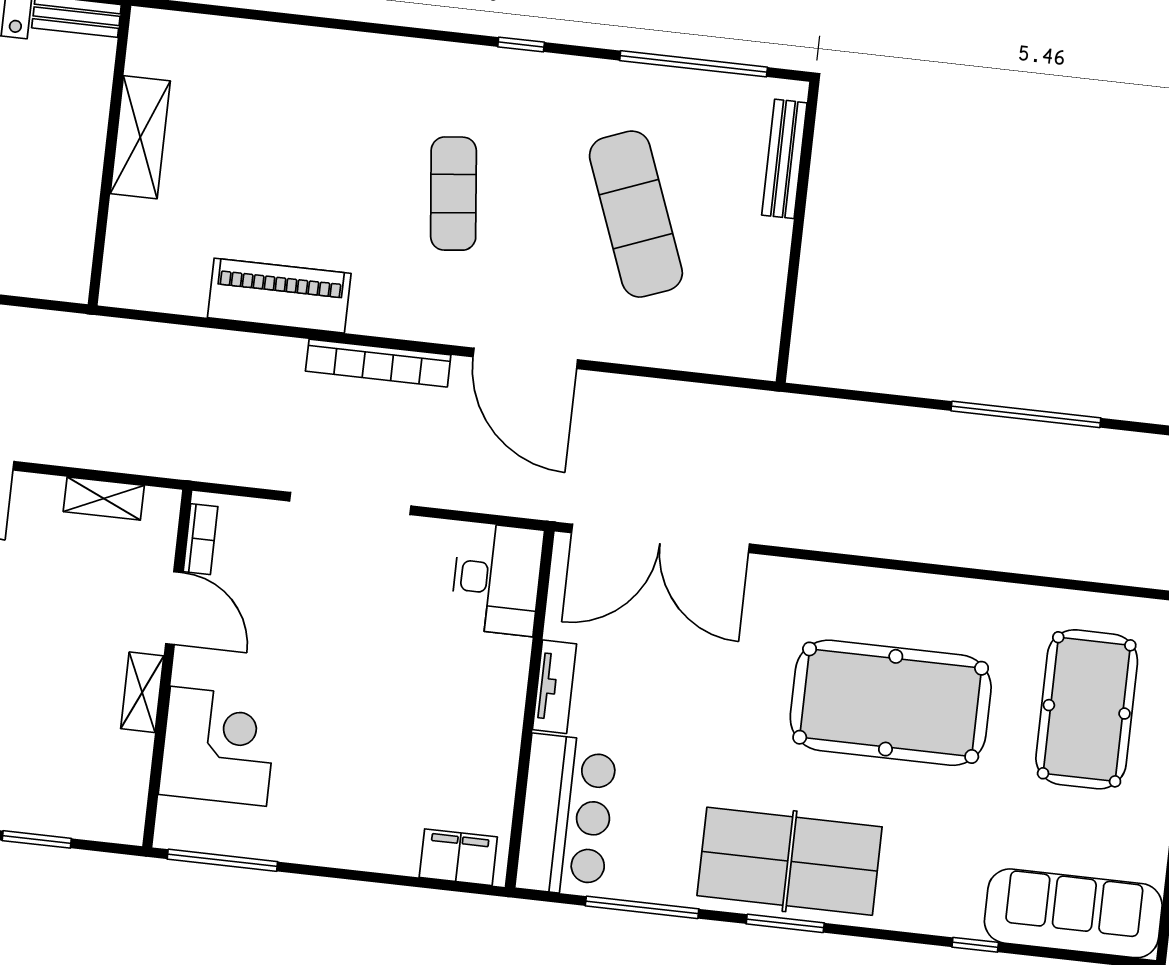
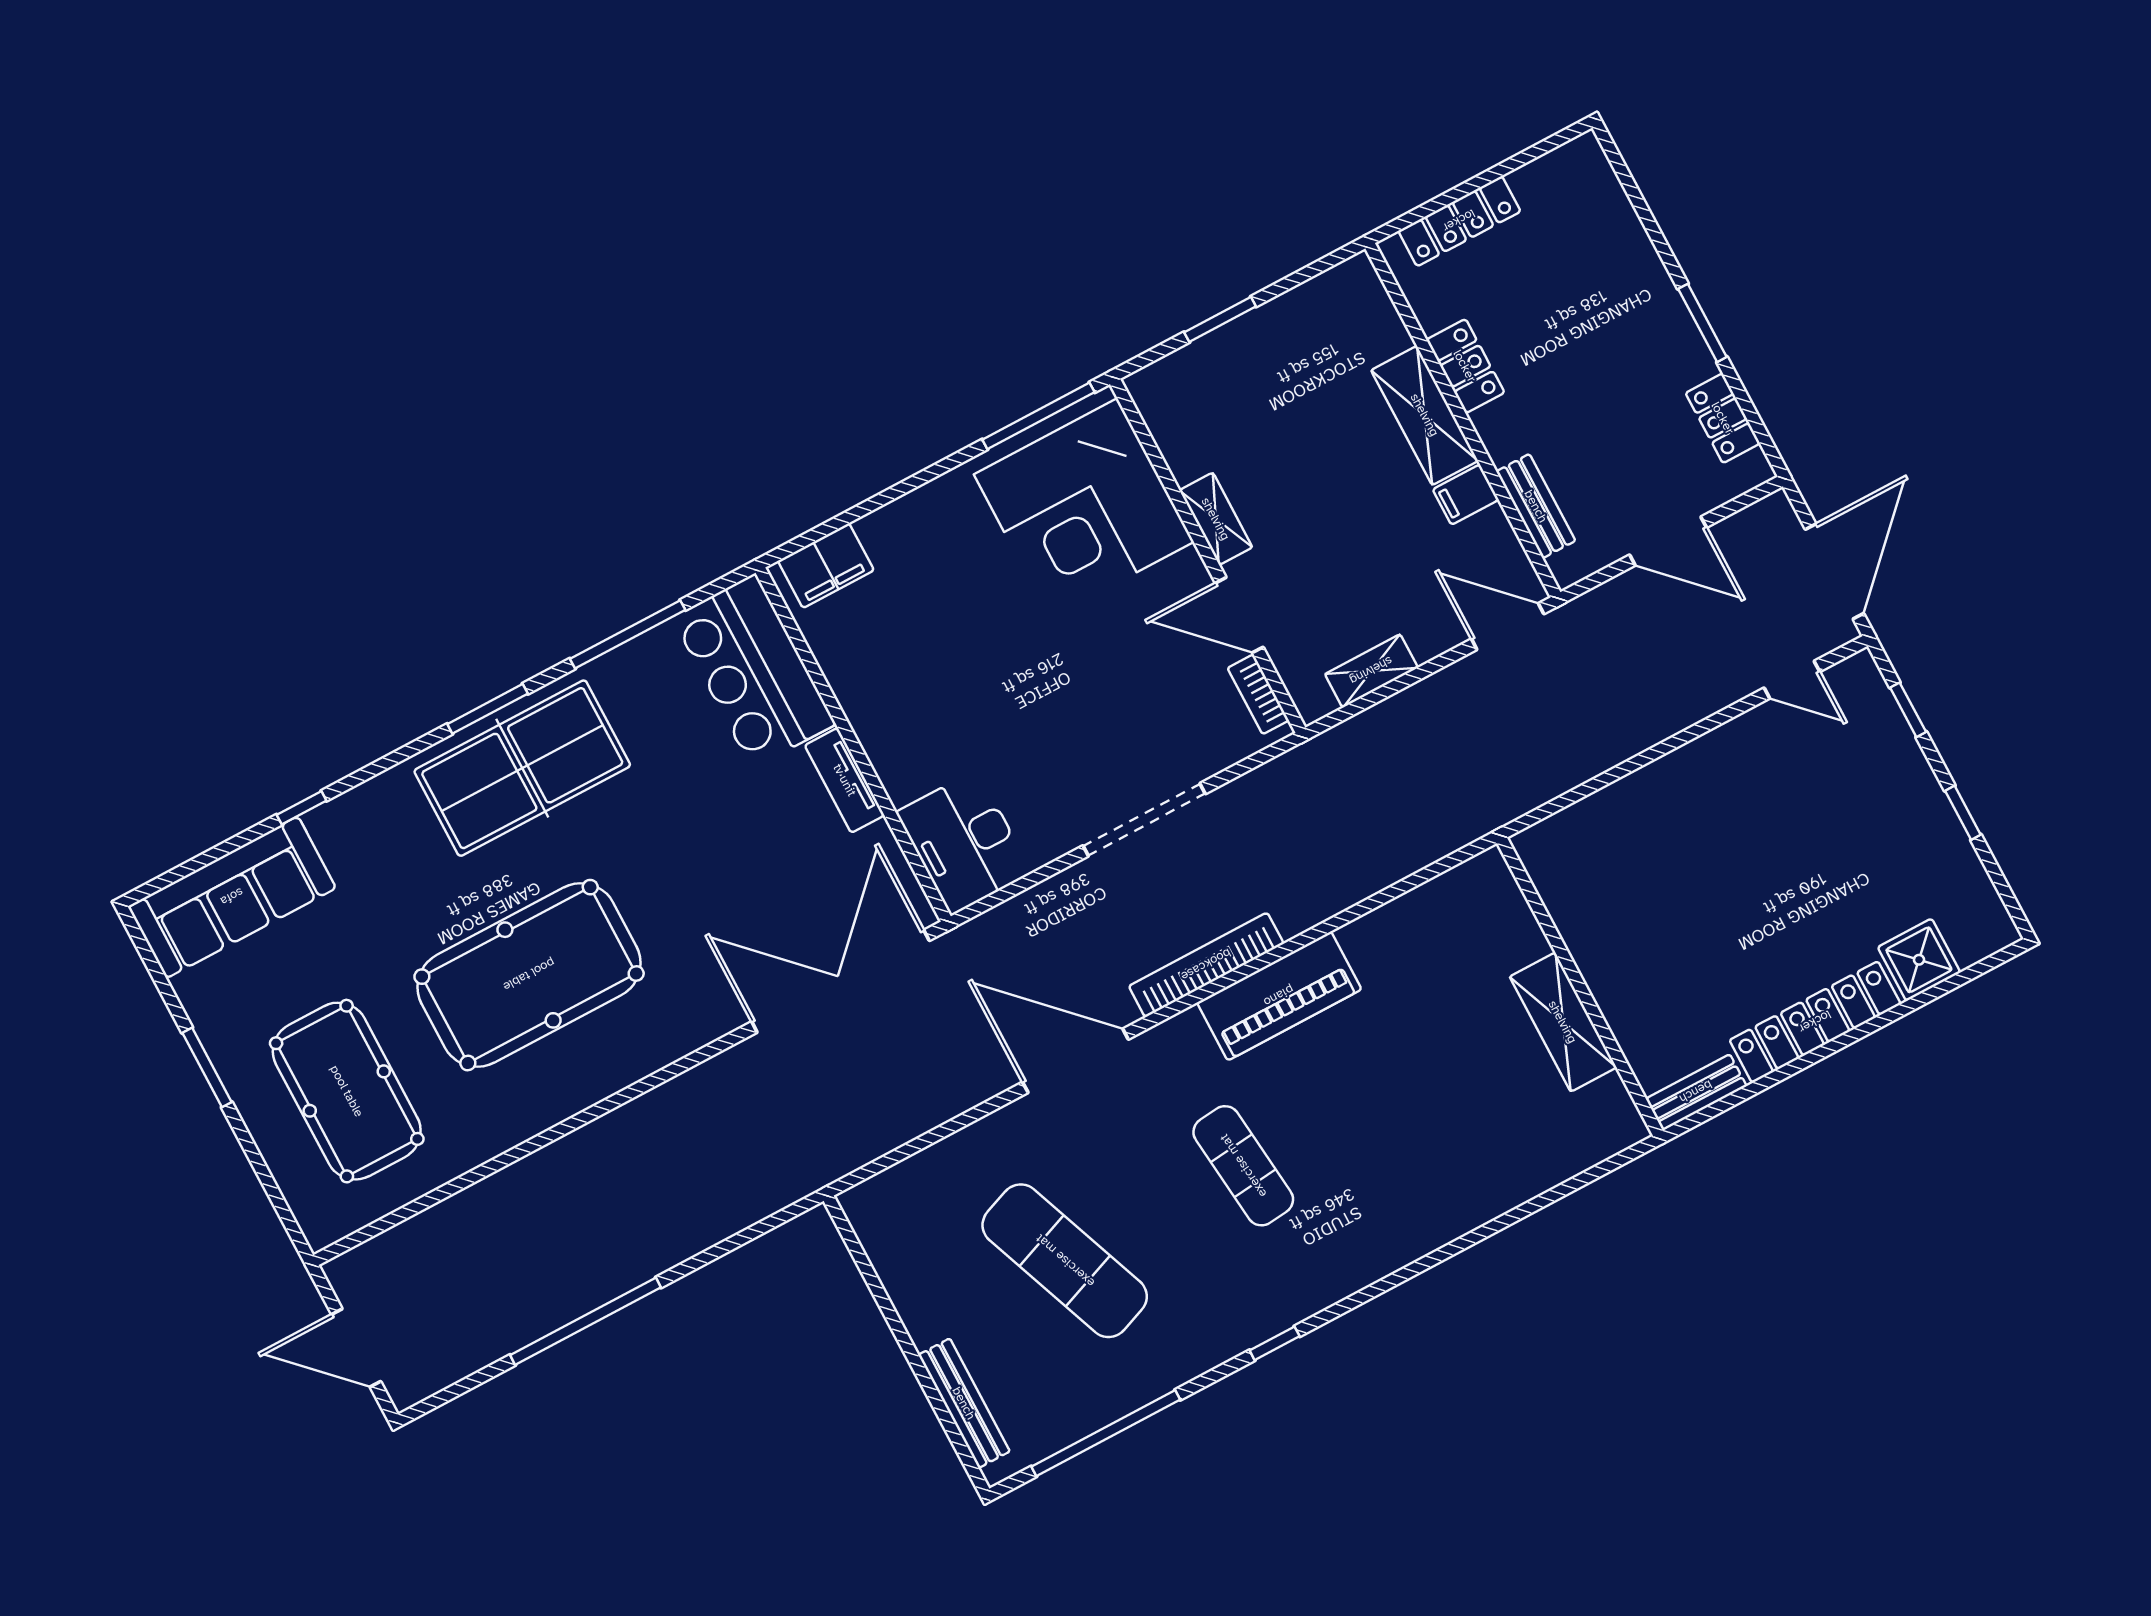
piano: (279, 296) -> (1279, 996), moved
corner desk: (218, 746) -> (1084, 508), width x1.36, depth x1.36

